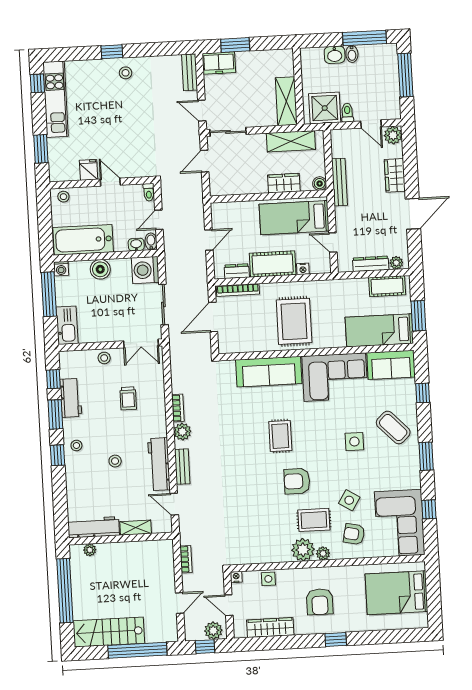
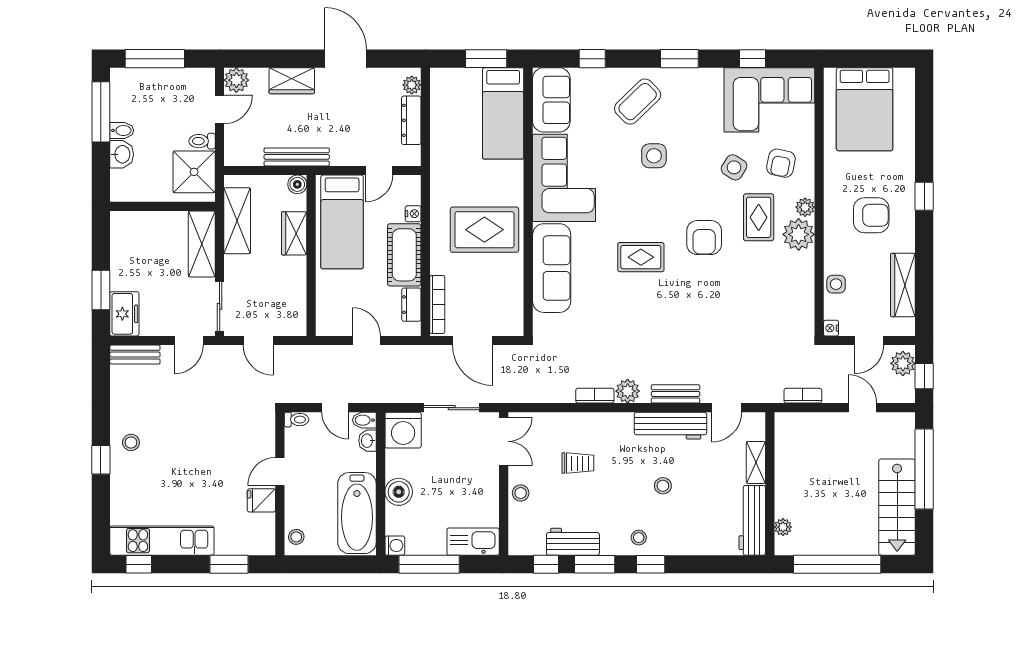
shelving: (286, 101) -> (202, 244), moved, turned 90
cot: (387, 286) -> (443, 99), removed

